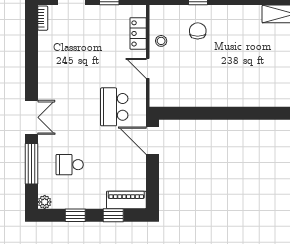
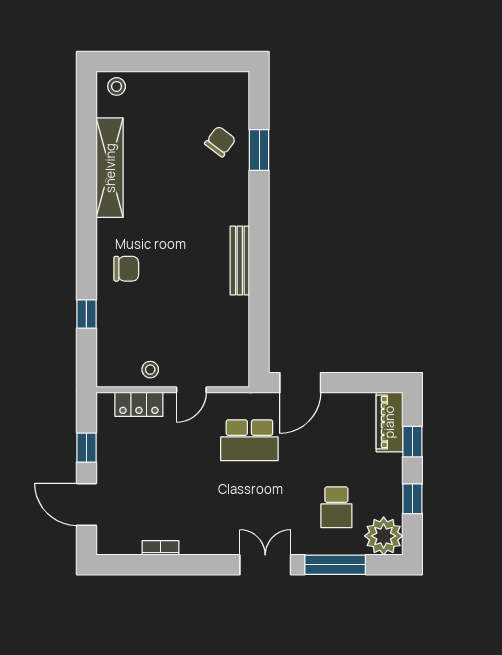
bookcase: (43, 18) -> (161, 548), moved
chair: (198, 31) -> (126, 269), moved, turned 180
bench: (234, 100) -> (240, 261), added
plant: (45, 202) -> (384, 536), width x1.88, depth x1.88

